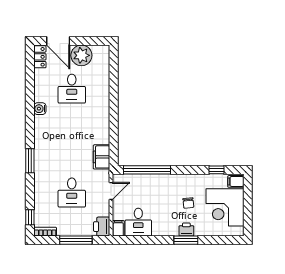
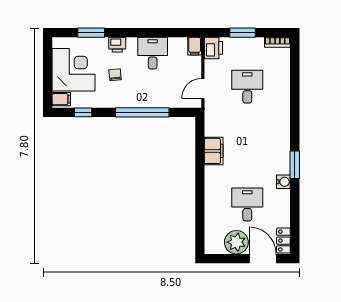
filing cabinet: (101, 157) -> (214, 151), moved
window: (30, 161) -> (295, 165), moved
window: (147, 170) -> (142, 112), moved
window: (30, 217) -> (295, 59), removed
desk: (138, 222) -> (153, 53), moved
window: (76, 240) -> (243, 33), width x0.69
window: (186, 240) -> (91, 33), moved

